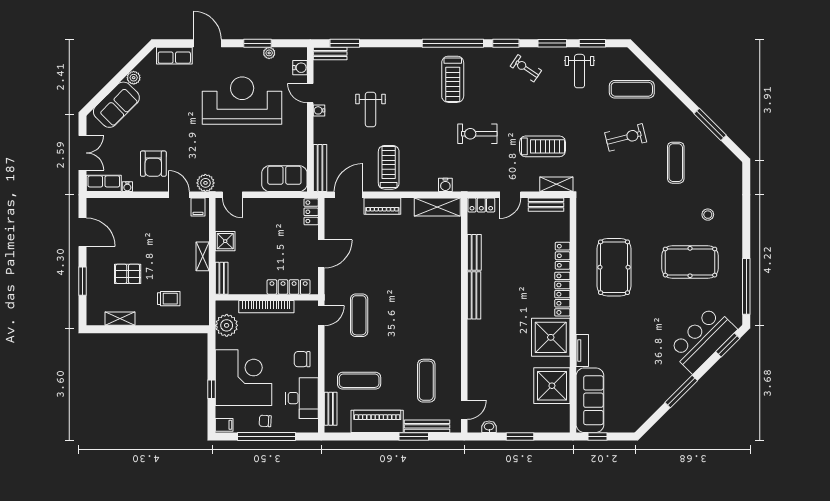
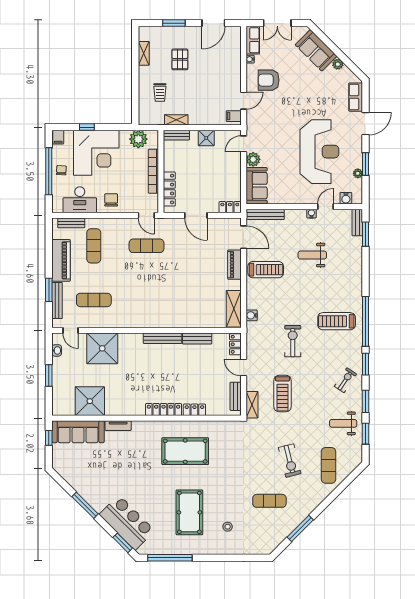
plant: (205, 183) -> (253, 159), moved
shelving: (203, 256) -> (176, 120), moved
shower: (551, 337) -> (102, 348), moved

